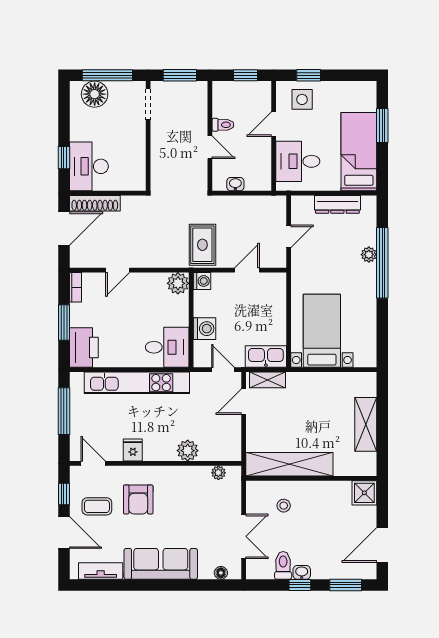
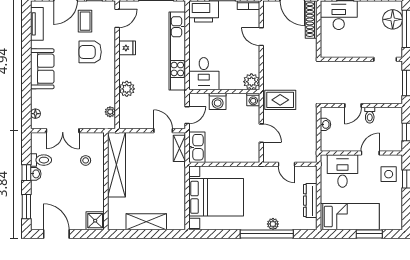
door: (274, 124) -> (370, 153), hinge flipped
bed with nightstands: (322, 331) -> (216, 197), width x1.36
sofa: (161, 564) -> (42, 69), width x0.73

